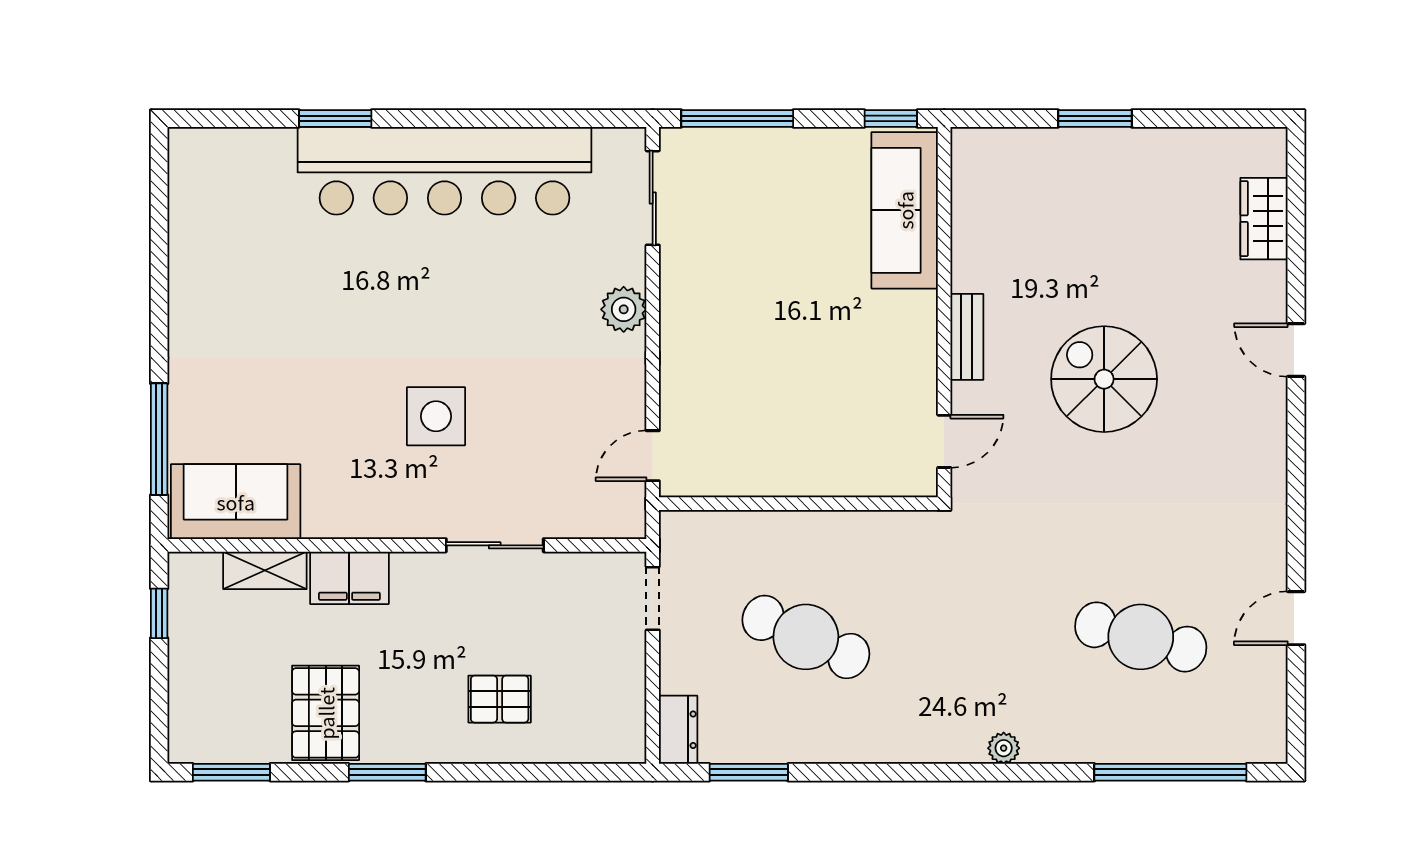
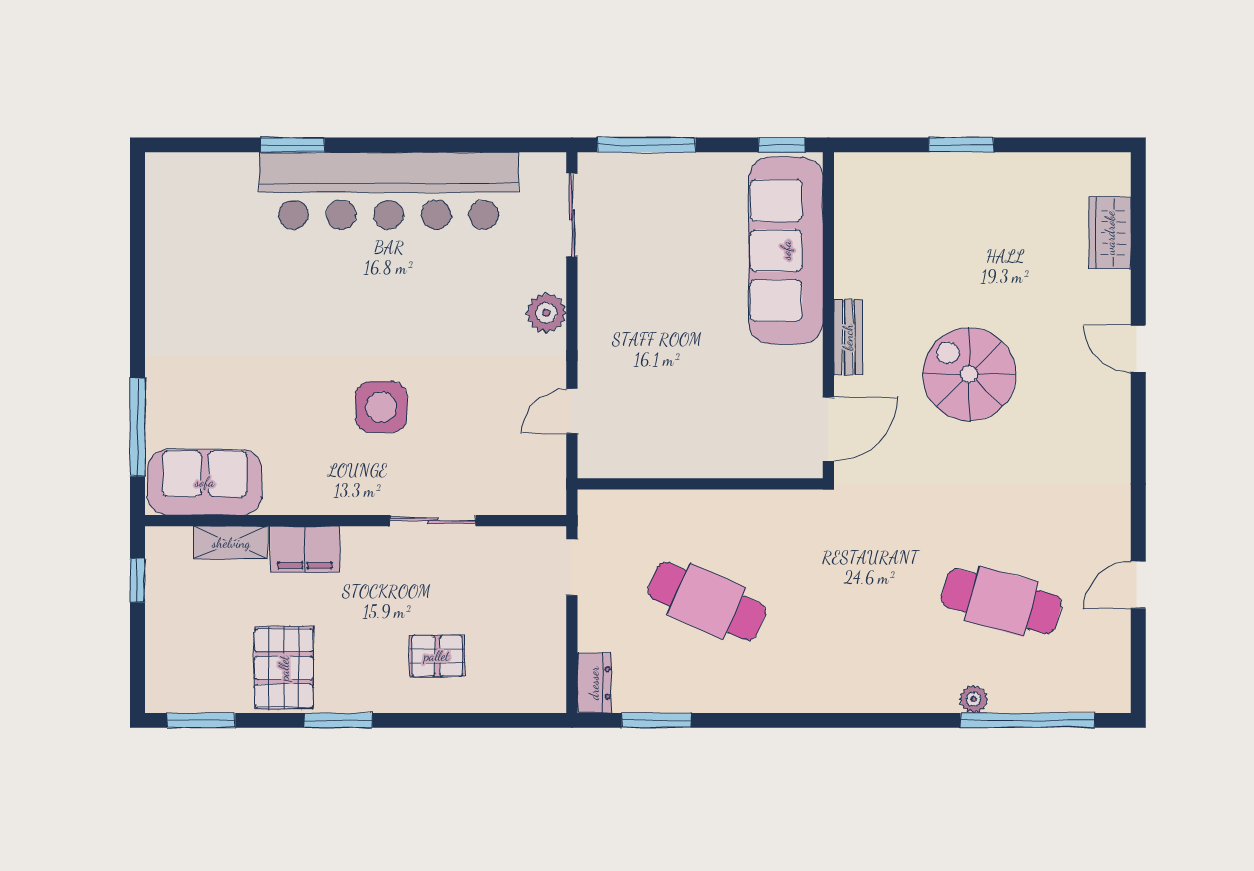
sofa: (905, 210) -> (786, 250), width x1.36, depth x1.27
door: (944, 441) -> (828, 429), width x1.38
door: (653, 456) -> (572, 411), moved
plant: (1004, 748) -> (974, 699), moved

